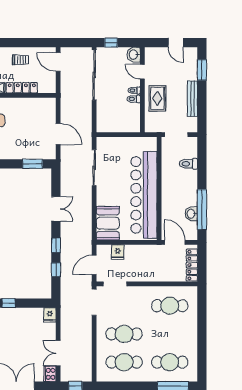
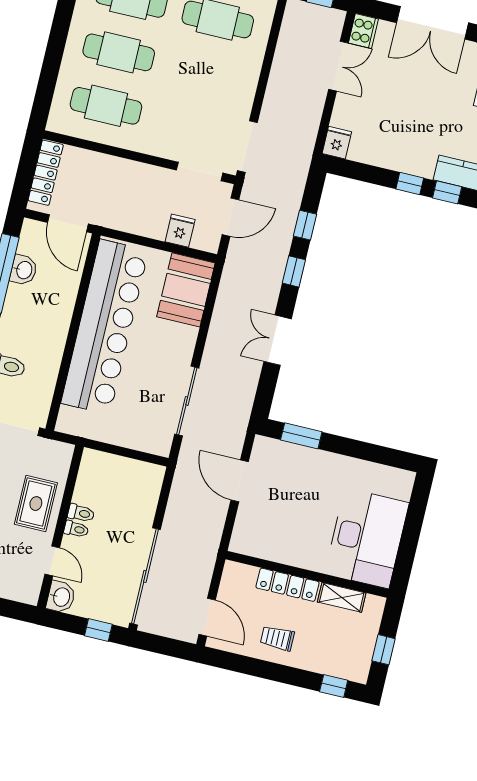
cafe table: (124, 334) -> (119, 52), moved

